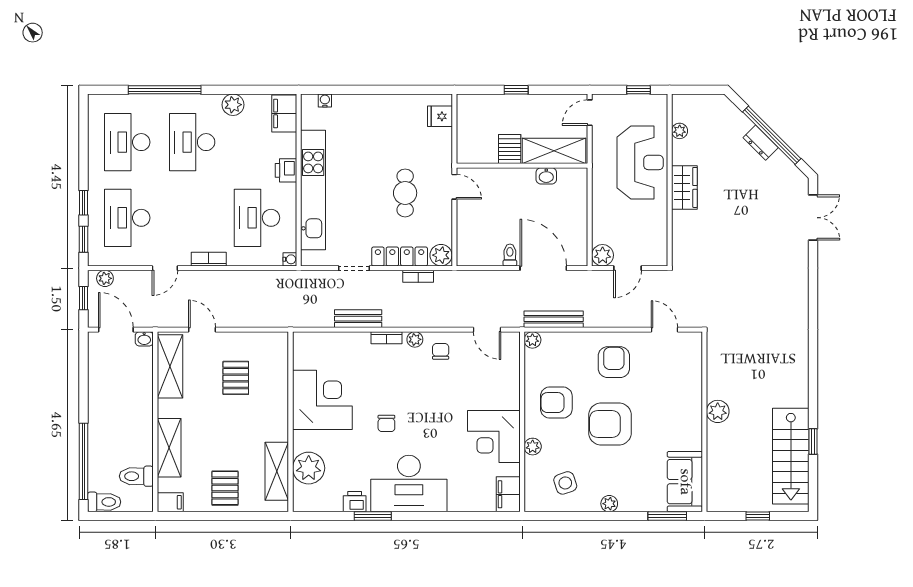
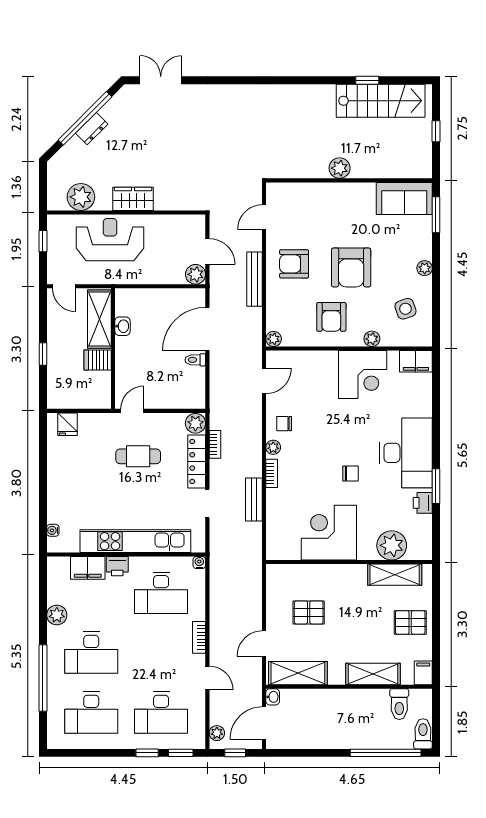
filing cabinet: (284, 113) -> (88, 568), moved
plant: (680, 131) -> (81, 197), width x1.88, depth x1.88
bench: (554, 319) -> (255, 279), moved

